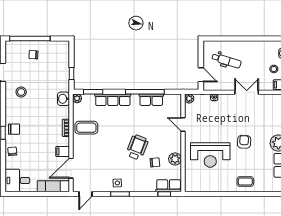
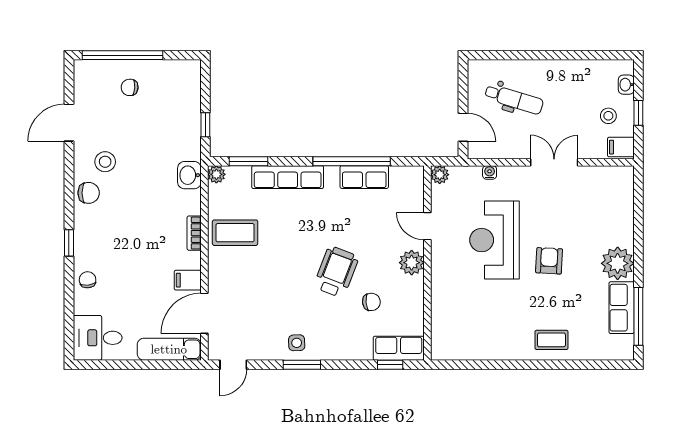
chair: (14, 129) -> (89, 193), moved
reception desk: (210, 155) -> (494, 240), moved, turned 90
plant: (175, 159) -> (412, 263), moved

